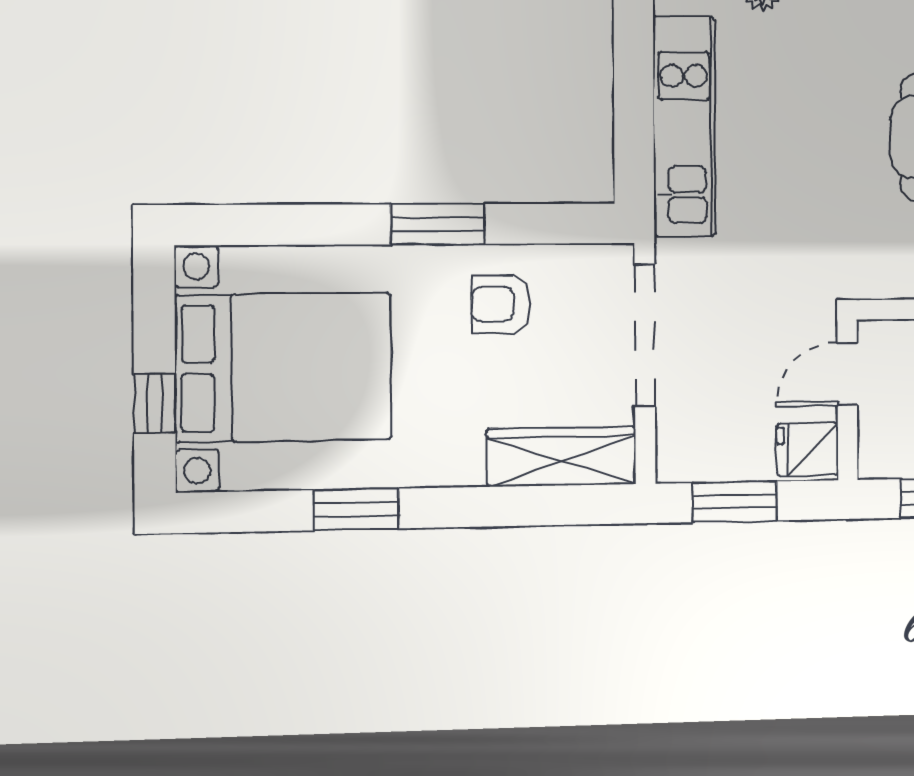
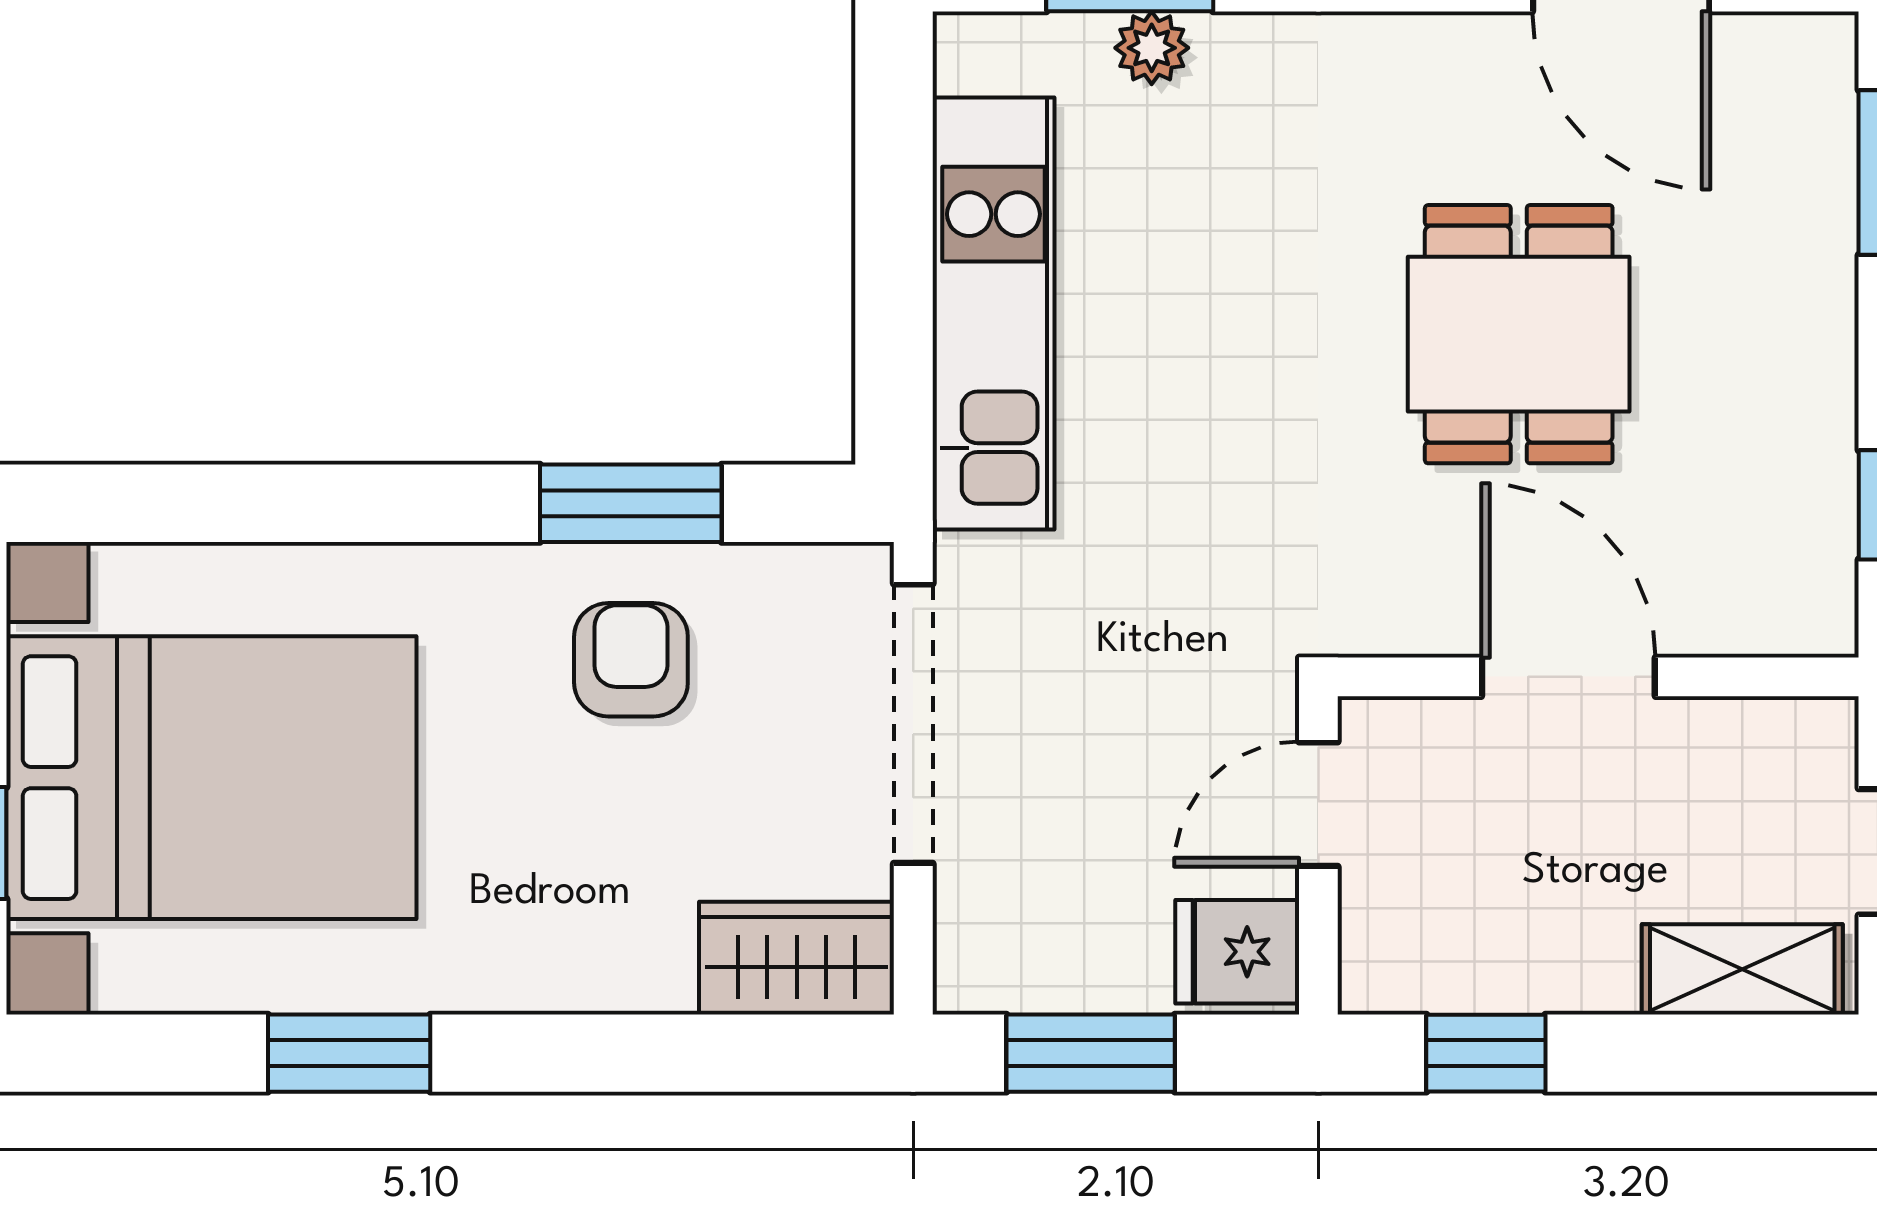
window: (438, 224) -> (631, 503), moved
armchair: (501, 304) -> (631, 660), turned 90
wardrobe: (561, 457) -> (797, 958), width x0.67

